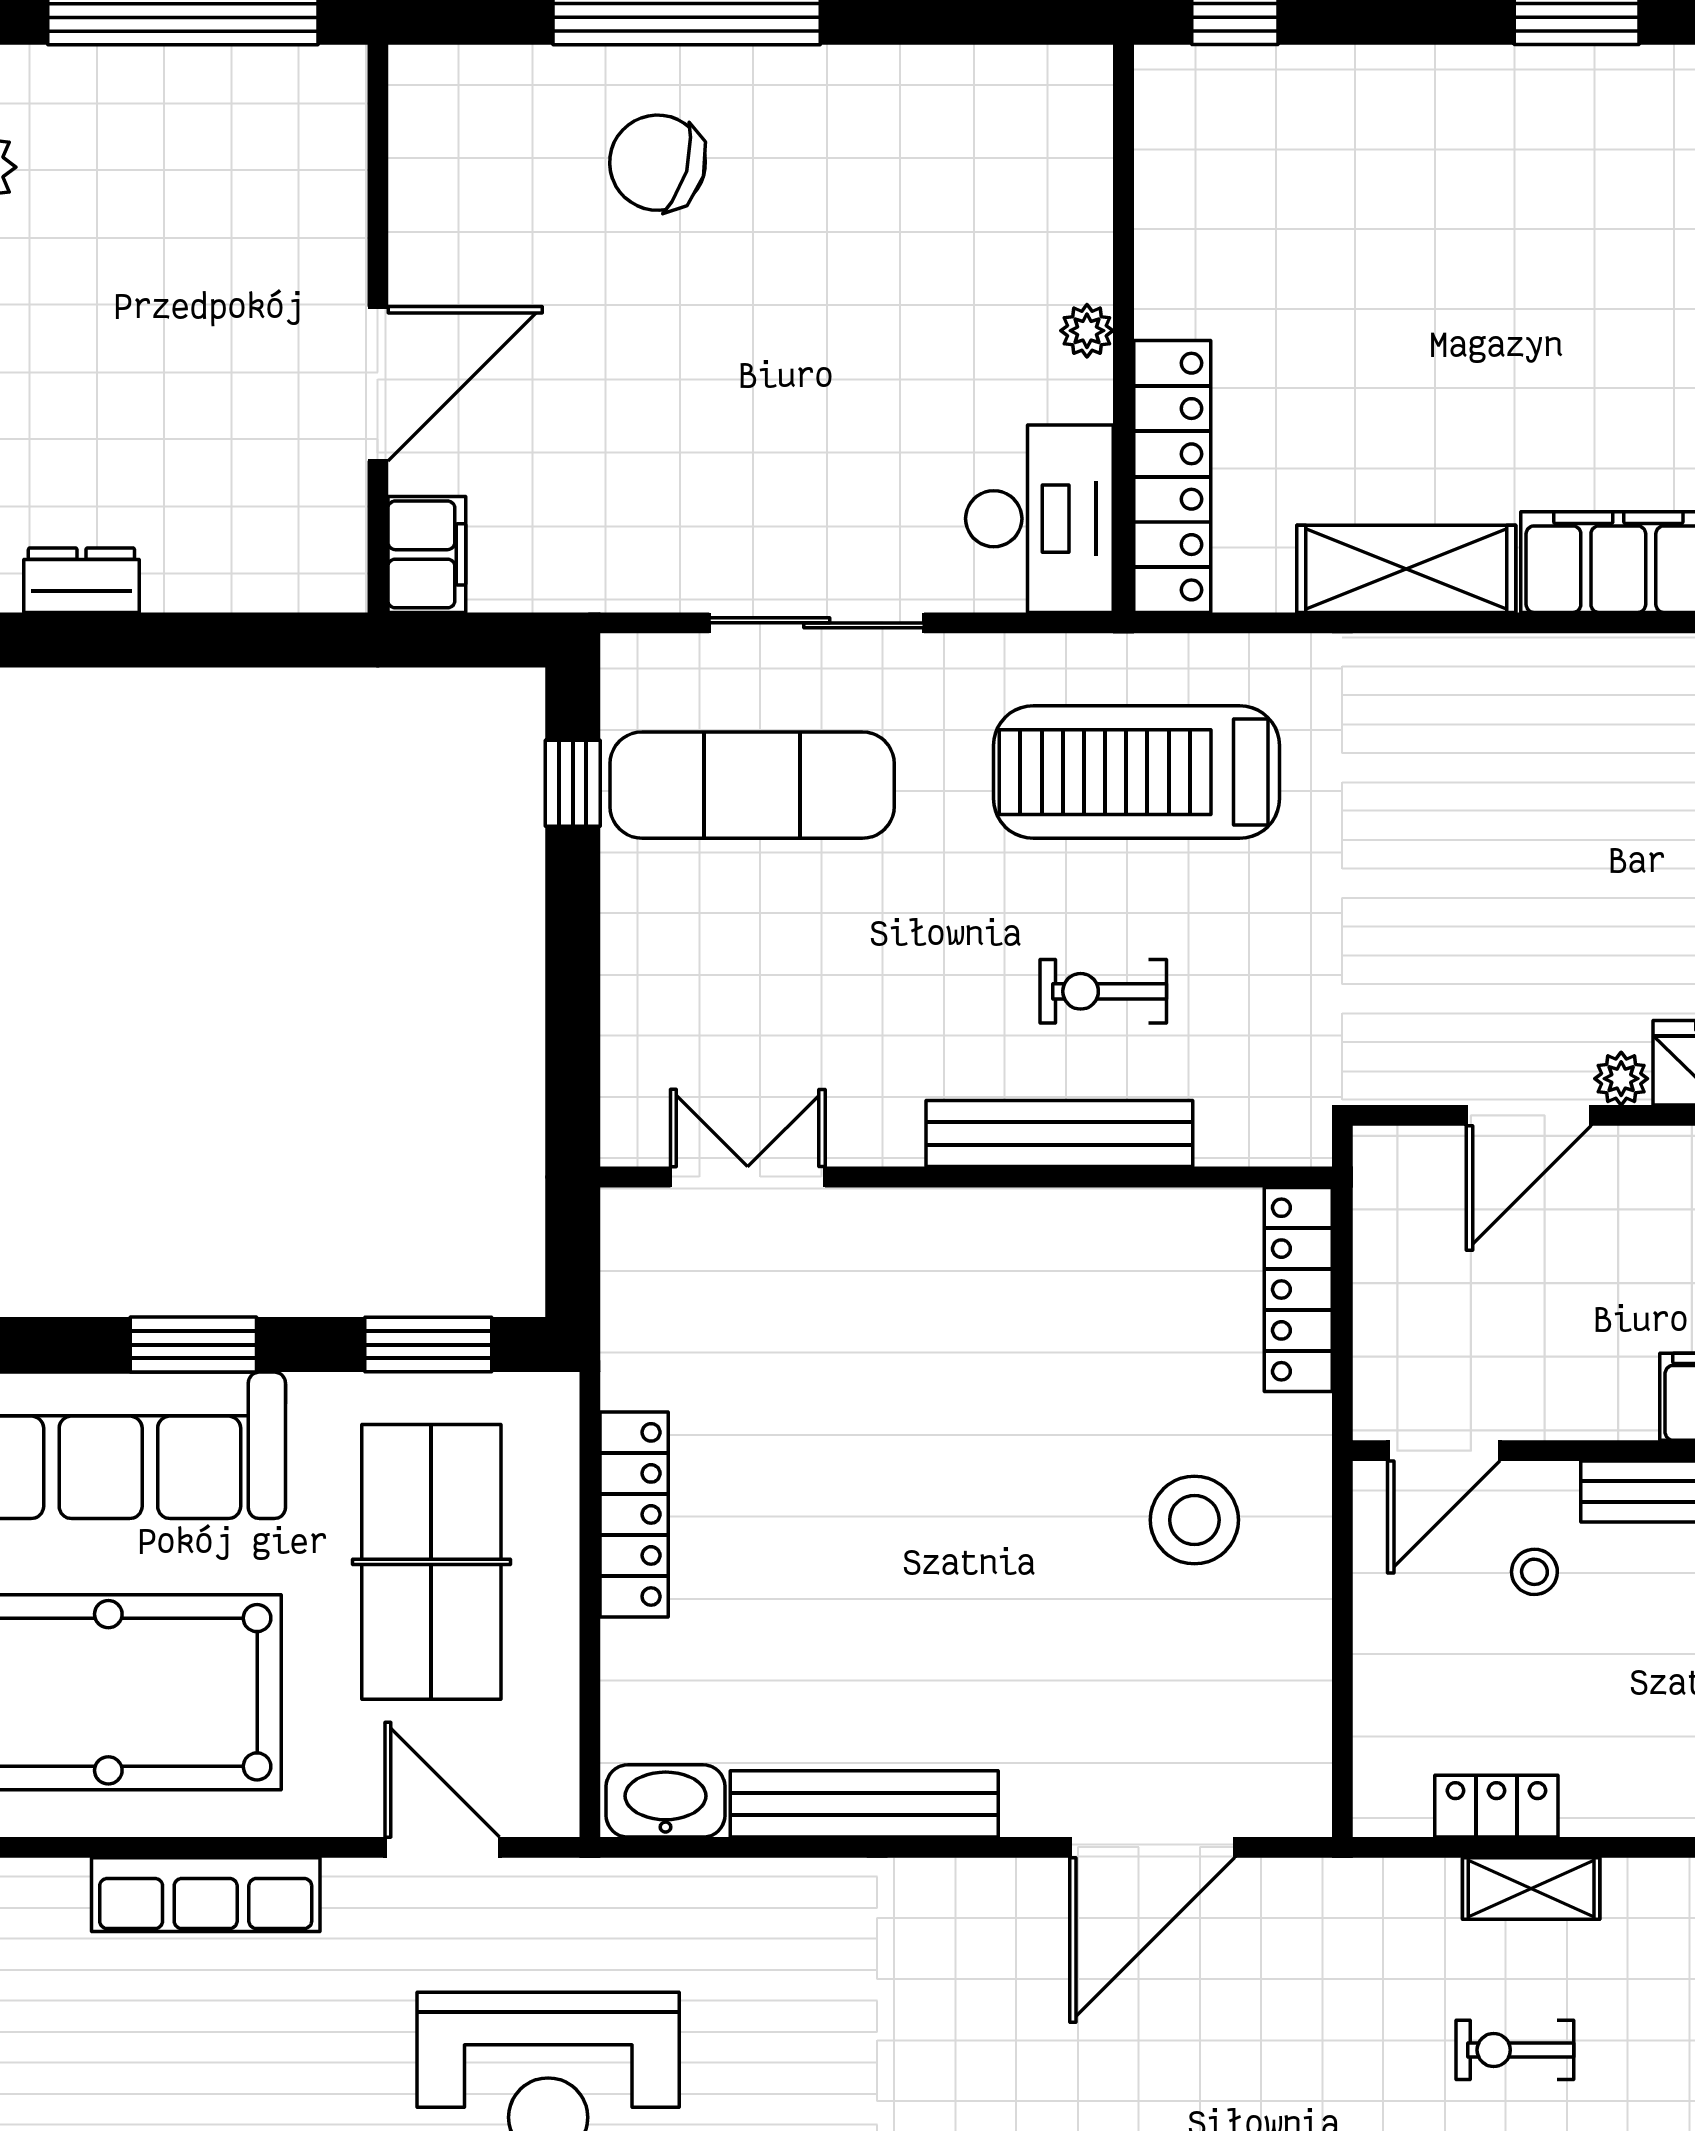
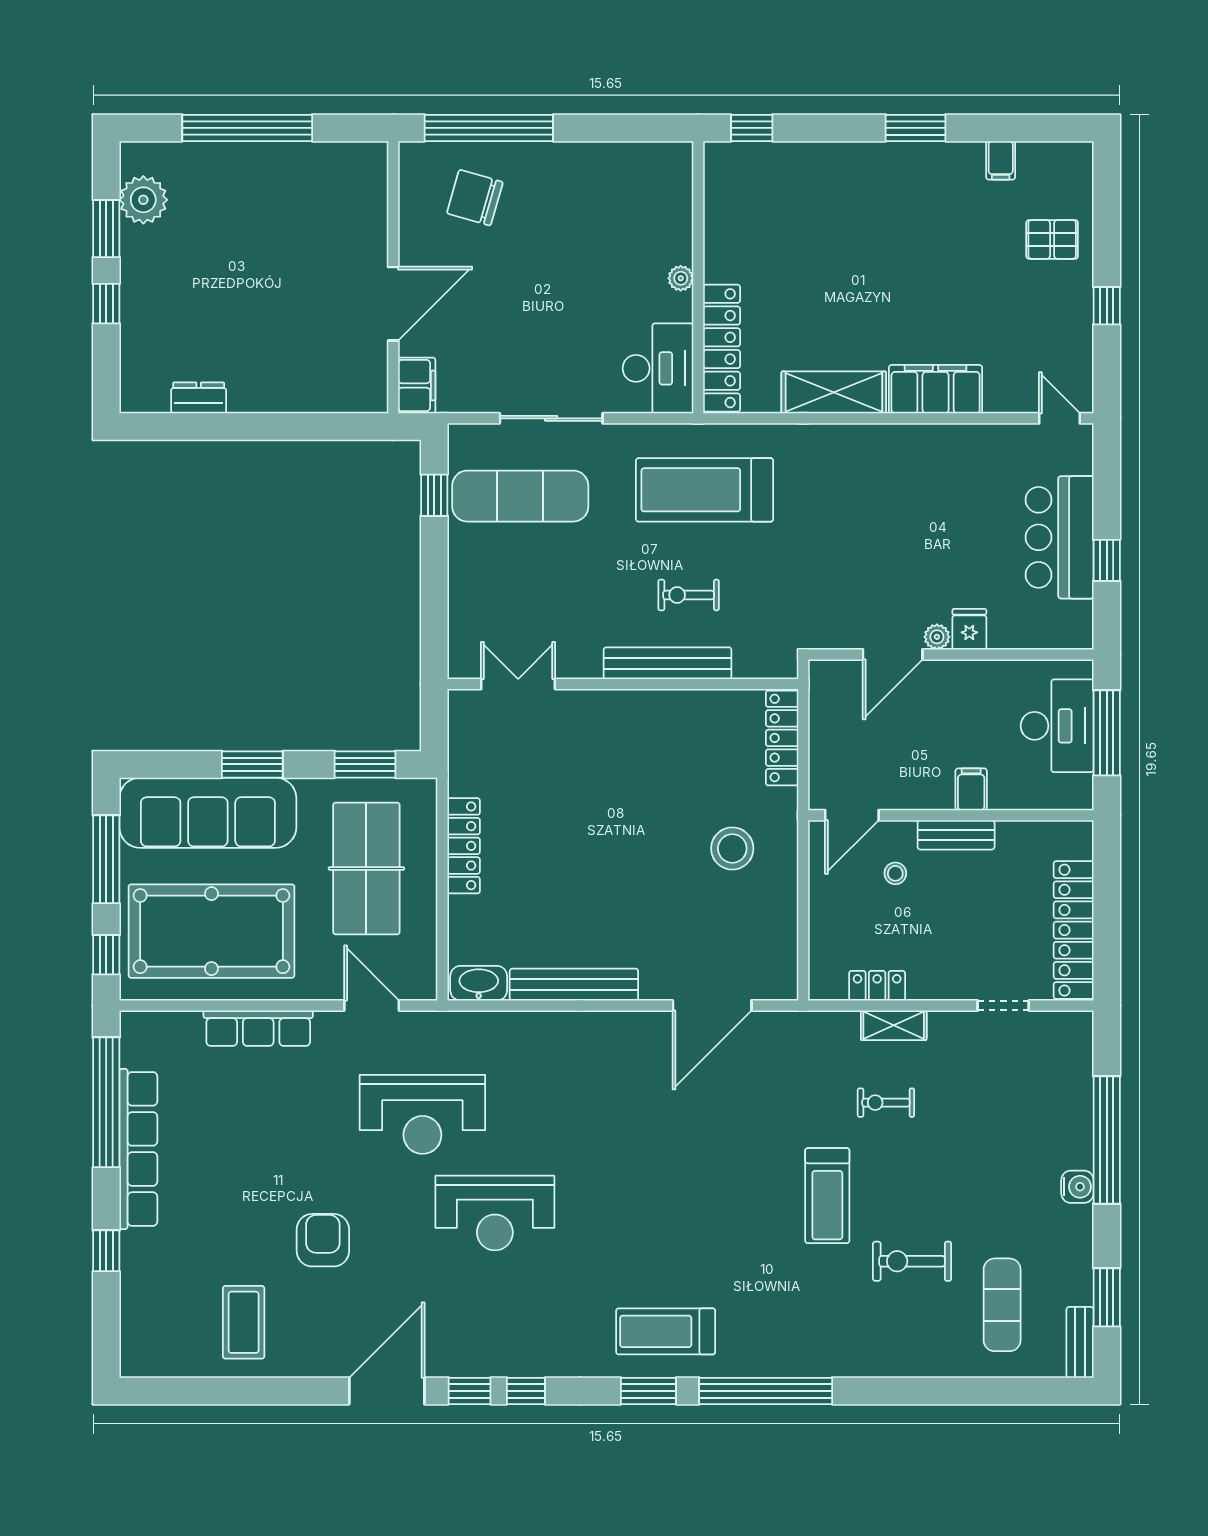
wall: (378, 329) -> (393, 277), moved
door: (378, 384) -> (393, 304), moved
filing cabinet: (427, 554) -> (417, 386), moved

